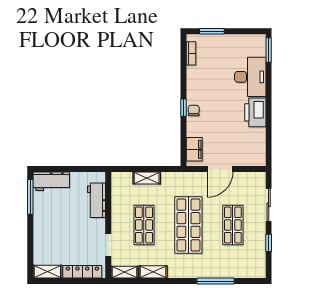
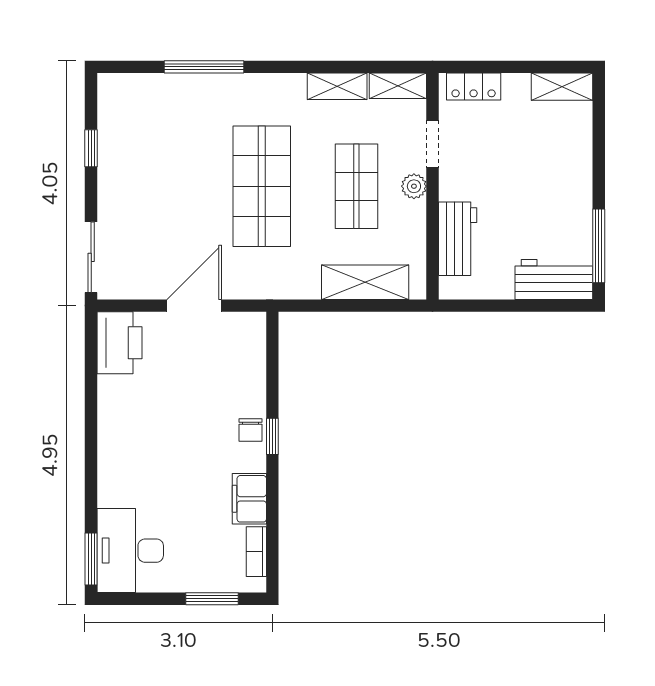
desk: (250, 77) -> (130, 551), moved
printer: (255, 112) -> (119, 343), moved
filing cabinet: (194, 149) -> (249, 499), moved
shelving: (147, 178) -> (365, 282), width x1.50, depth x1.33
sliding door: (269, 205) -> (91, 257), moved
plant: (117, 225) -> (414, 186), added
shop shelf: (233, 225) -> (167, 186), removed
locker: (82, 272) -> (474, 87), width x0.66

